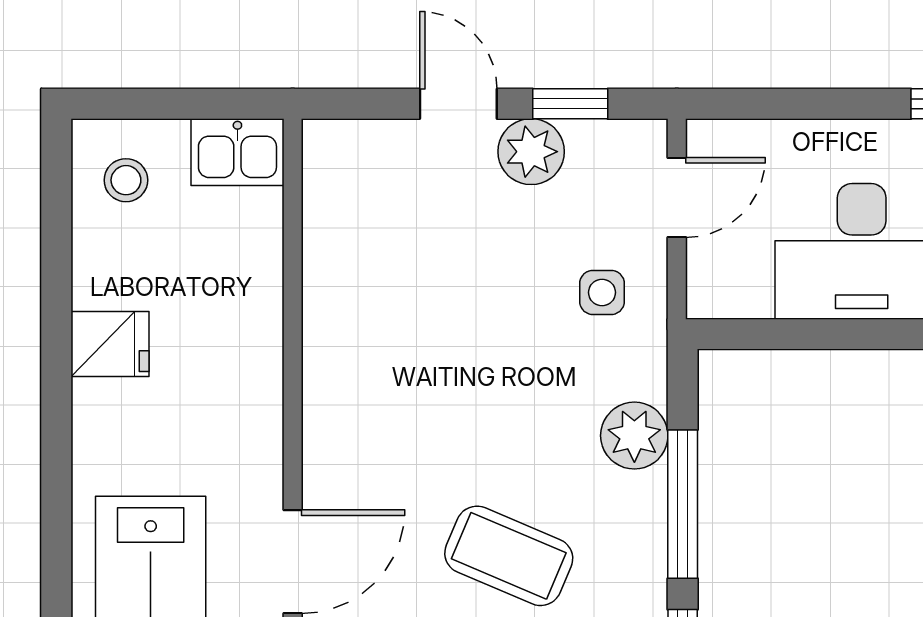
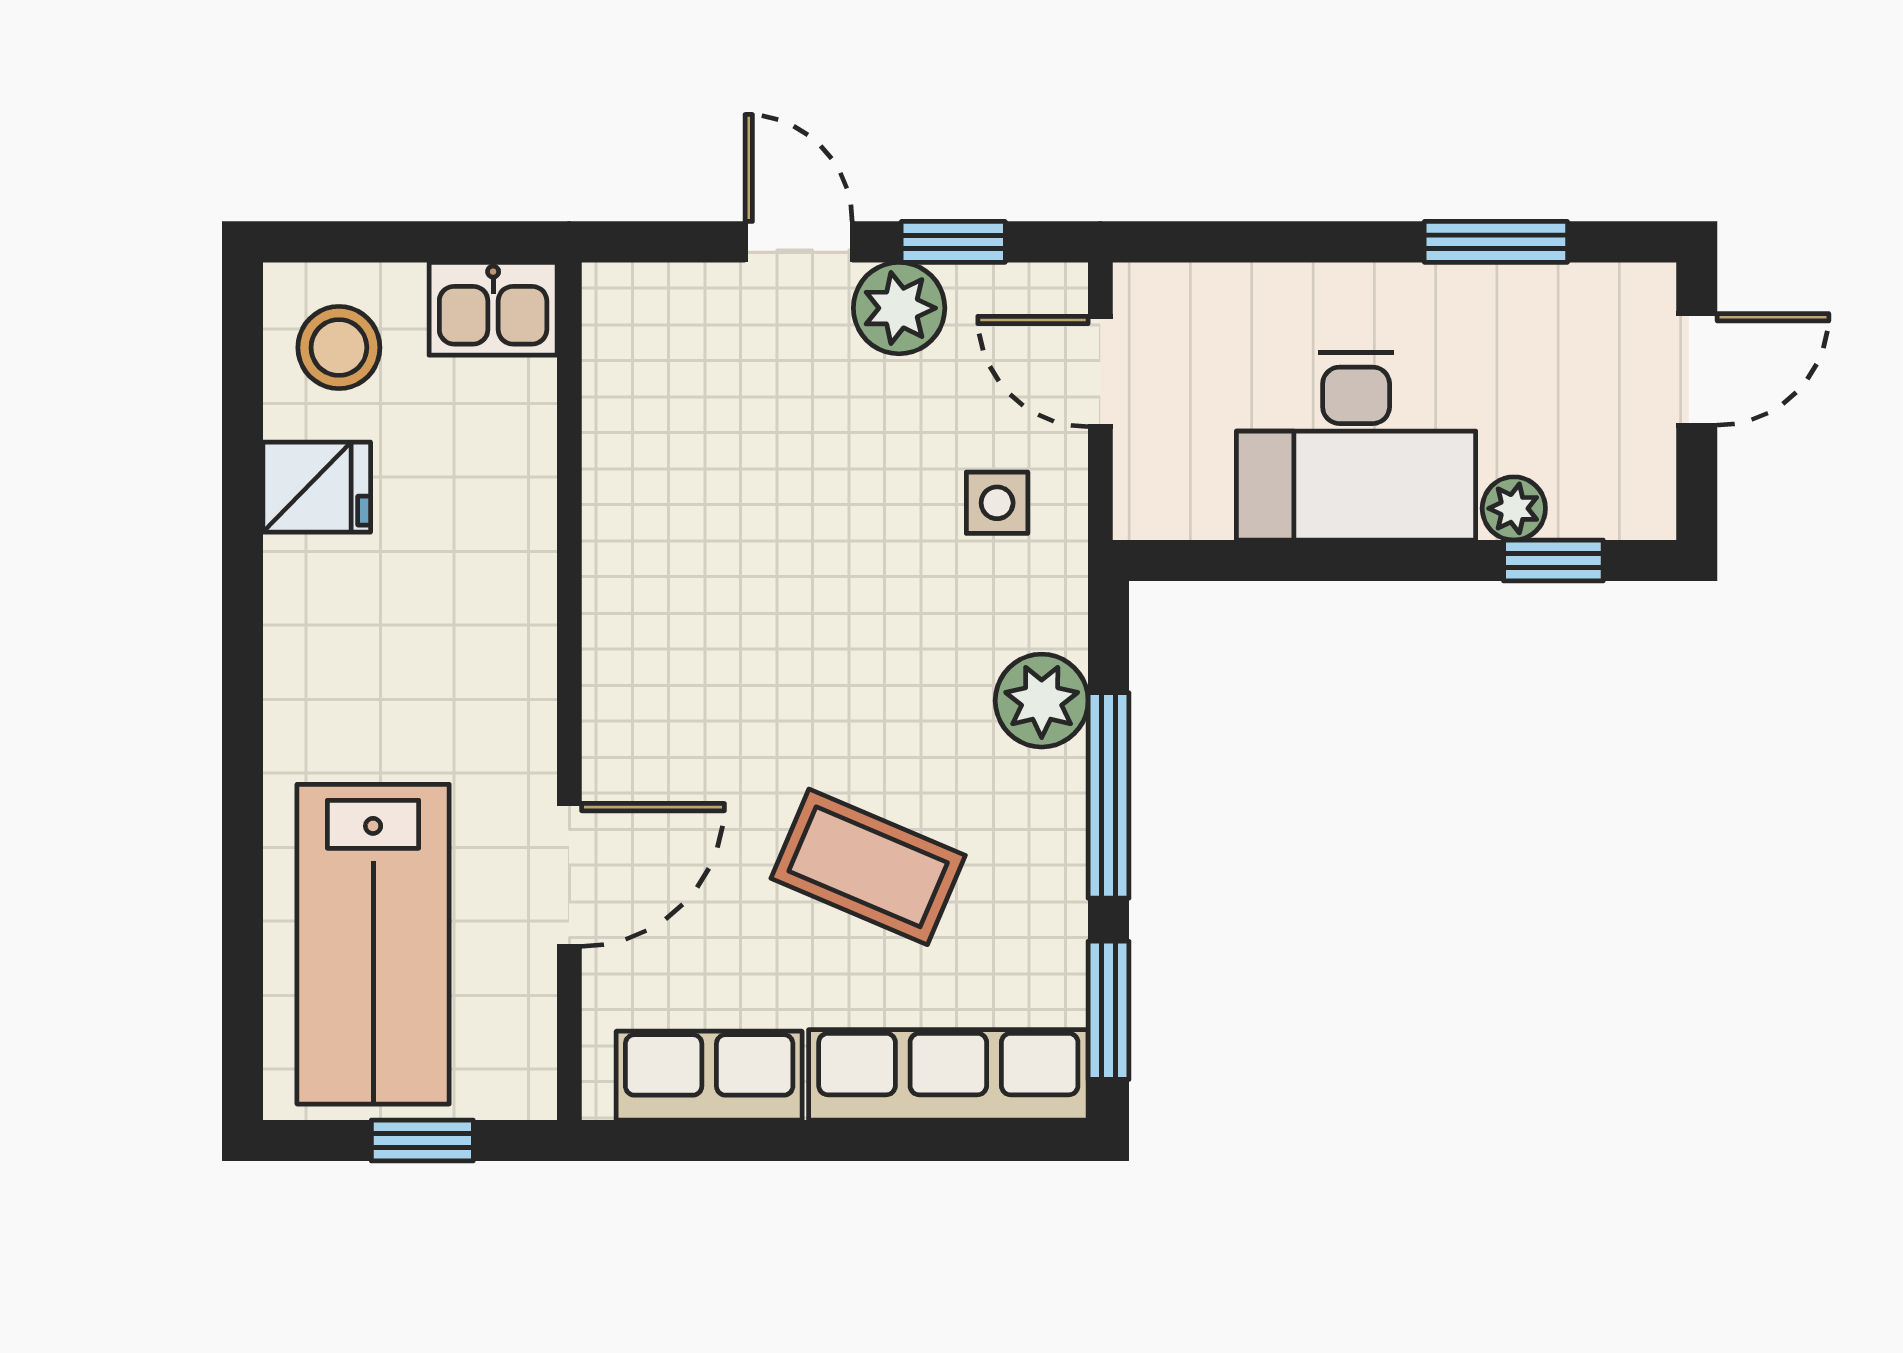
stool: (126, 180) -> (339, 348), width x1.37, depth x1.37
door: (677, 198) -> (1100, 372), swing flipped
fridge: (110, 344) -> (317, 487), moved

